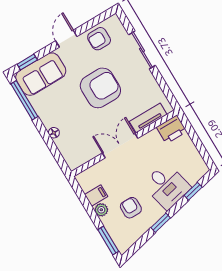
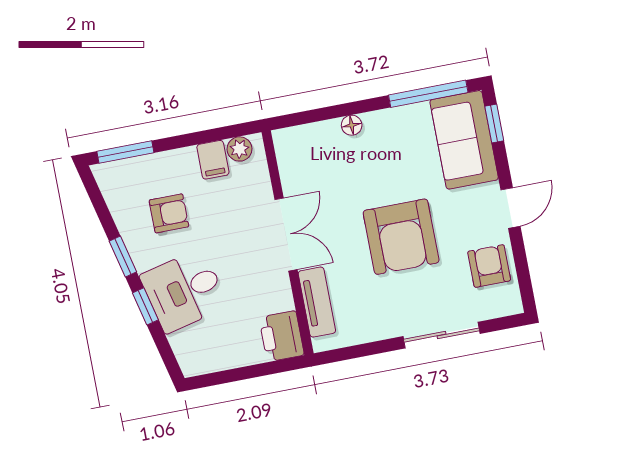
door: (66, 39) -> (510, 208), hinge flipped
window: (193, 191) -> (145, 306), moved
plant: (101, 210) -> (240, 149), moved

